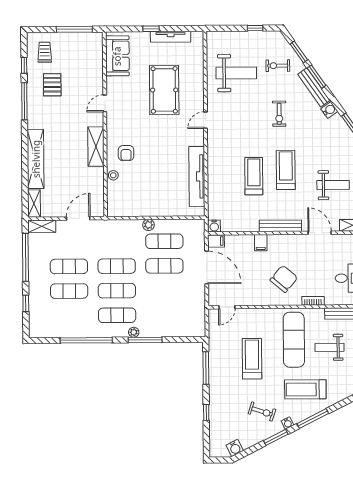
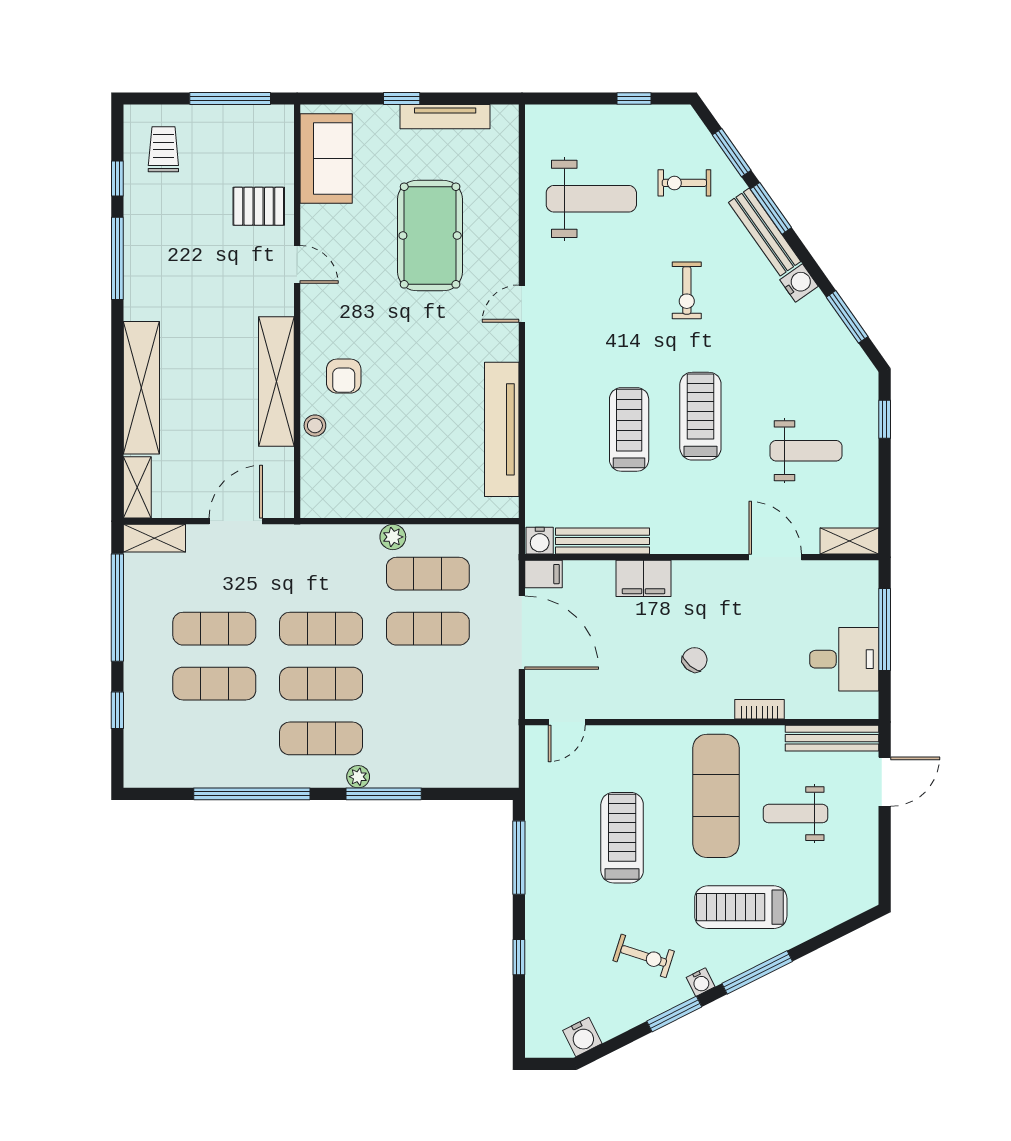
pallet: (52, 85) -> (259, 206), moved, turned 90
door: (105, 103) -> (297, 264), swing flipped
shelving: (96, 147) -> (276, 382), width x1.47
bench: (280, 226) -> (602, 541), moved
filing cabinet: (261, 243) -> (644, 578), width x2.00
chair: (284, 279) -> (695, 660), width x0.54, depth x0.54

